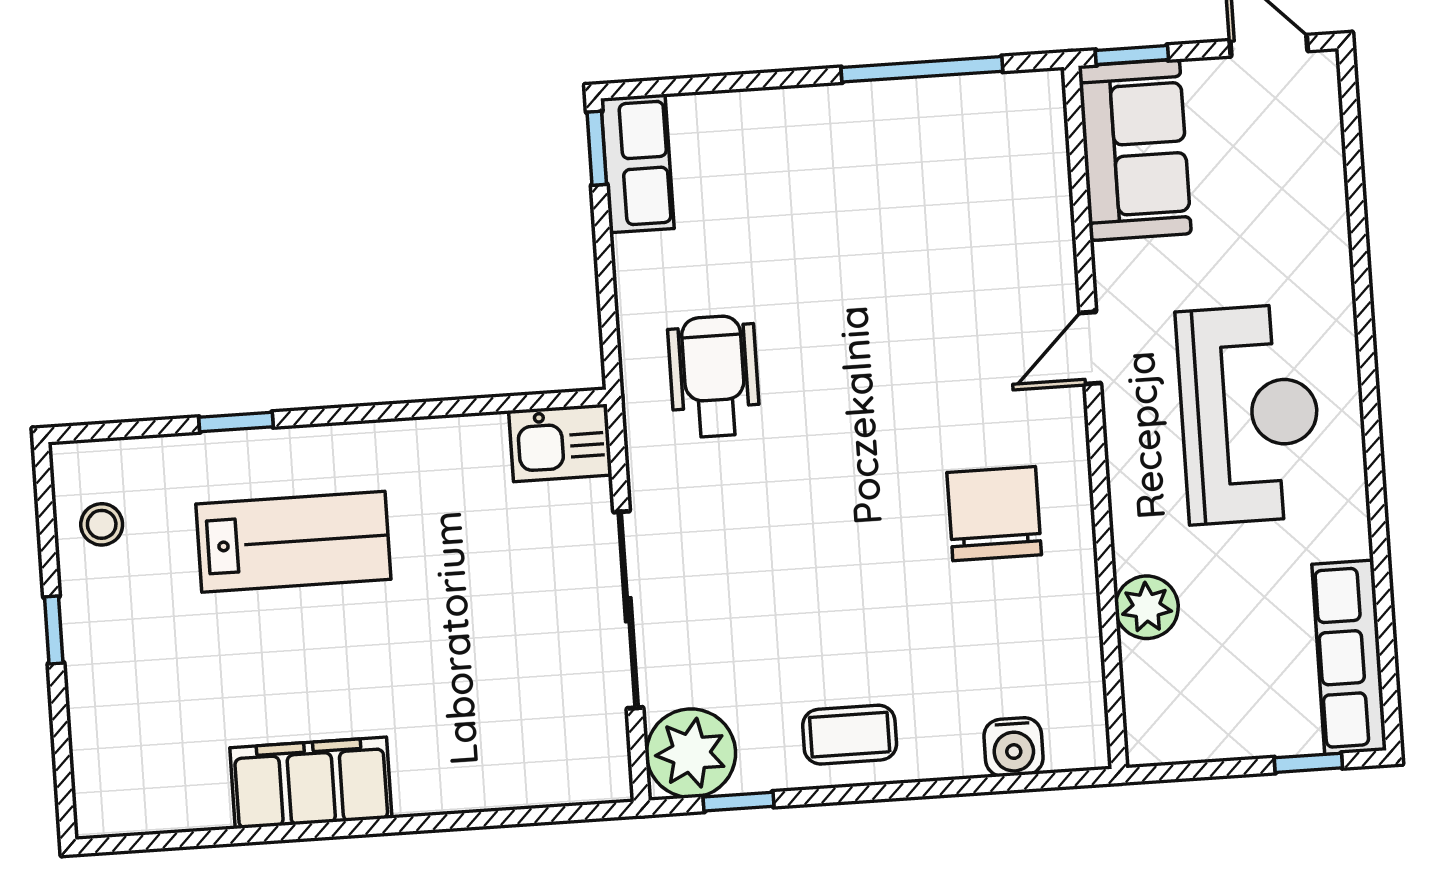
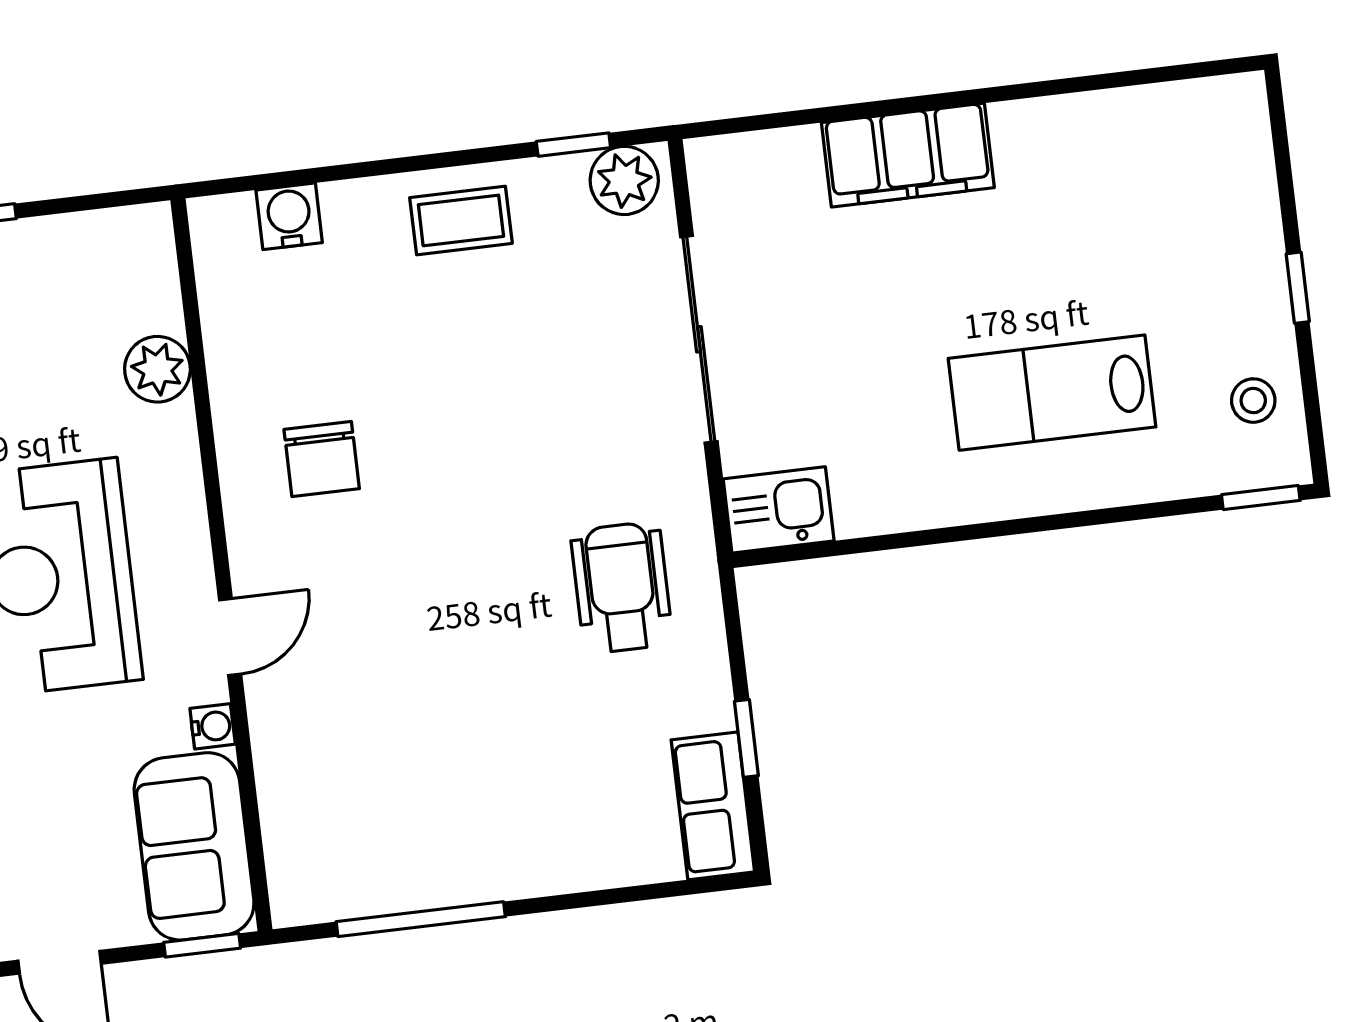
window: (597, 148) -> (746, 738), moved
water cooler: (1111, 264) -> (213, 726), added
wheelchair: (714, 376) -> (622, 588), turned 180
window: (236, 422) -> (1261, 498), moved
chair: (994, 514) -> (322, 459), width x0.73, depth x0.73
plant: (691, 753) -> (624, 180), width x0.73, depth x0.73
filing cabinet: (311, 783) -> (908, 155), moved

